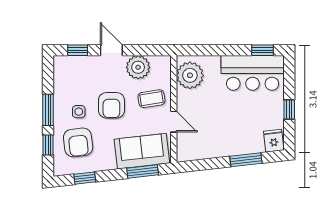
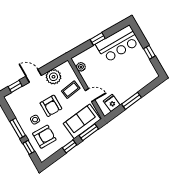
window: (262, 50) -> (98, 39), moved
plant: (190, 75) -> (81, 67), width x0.53, depth x0.53
fridge: (274, 141) -> (112, 103), moved
armchair: (78, 142) -> (44, 137), turned -83
window: (246, 160) -> (131, 101), moved
window: (85, 178) -> (70, 146), moved

